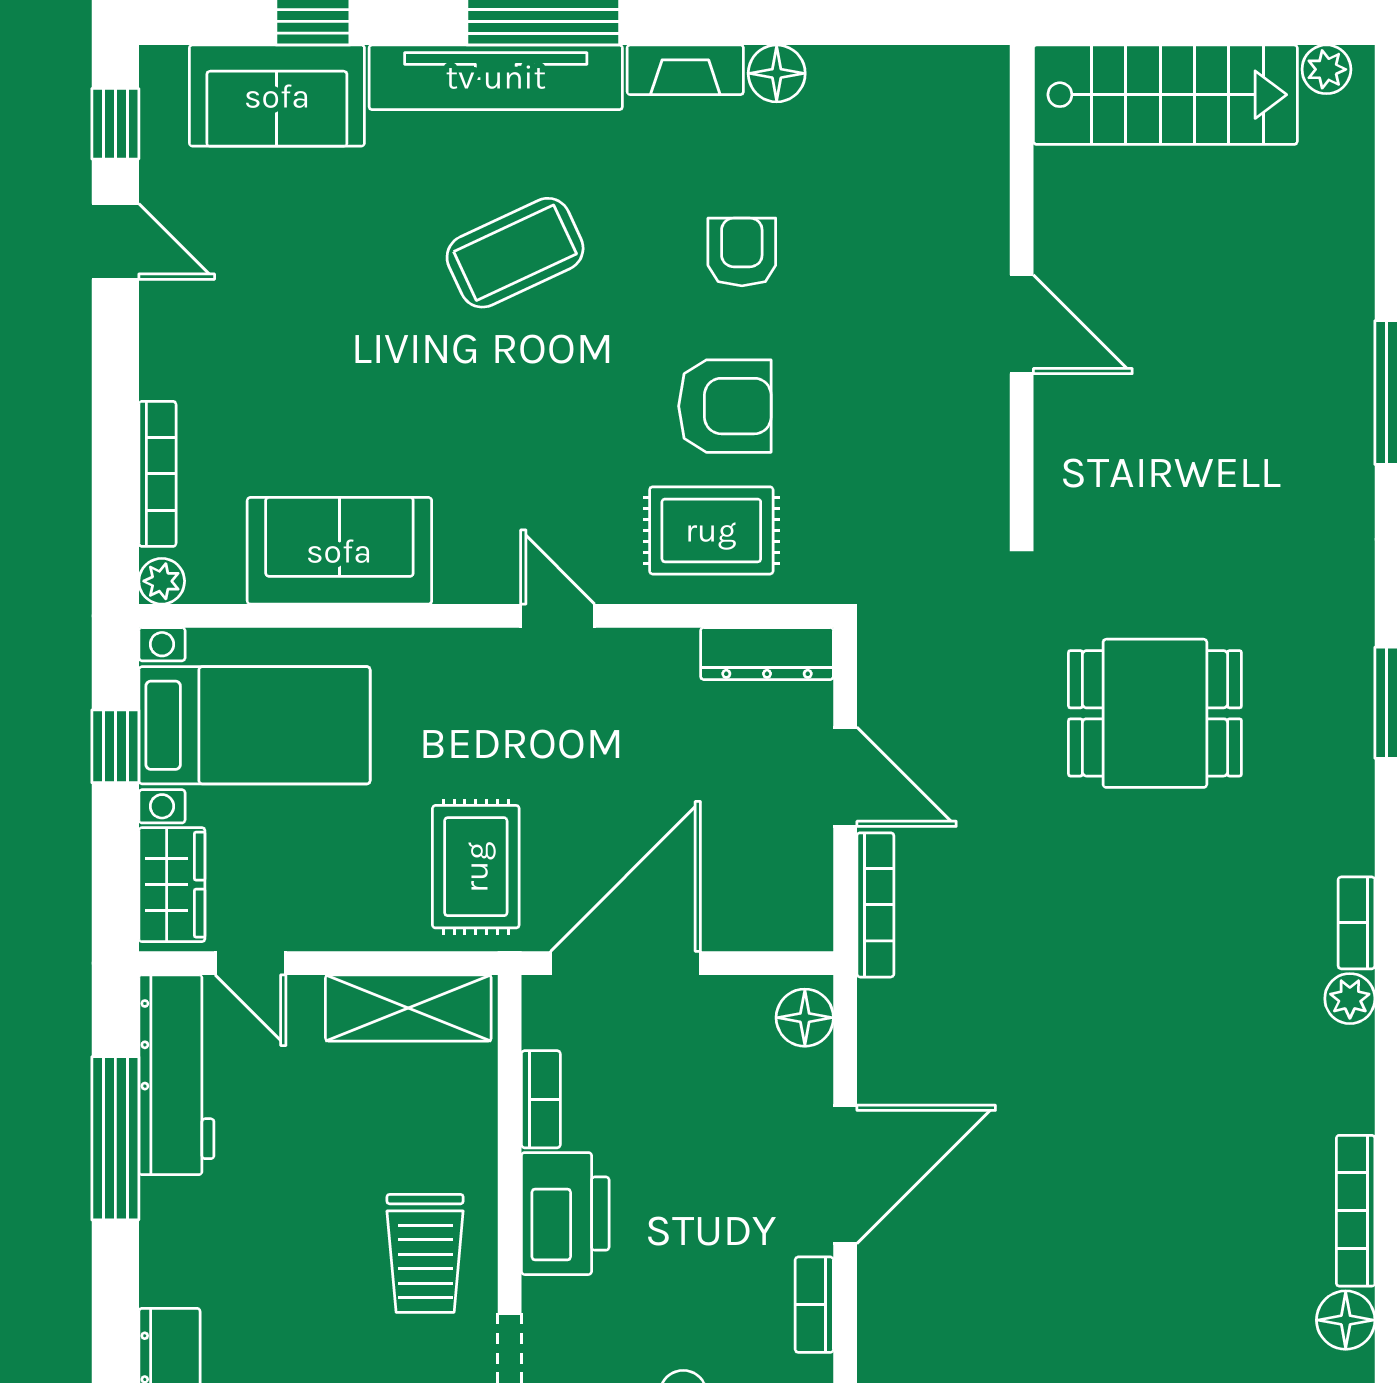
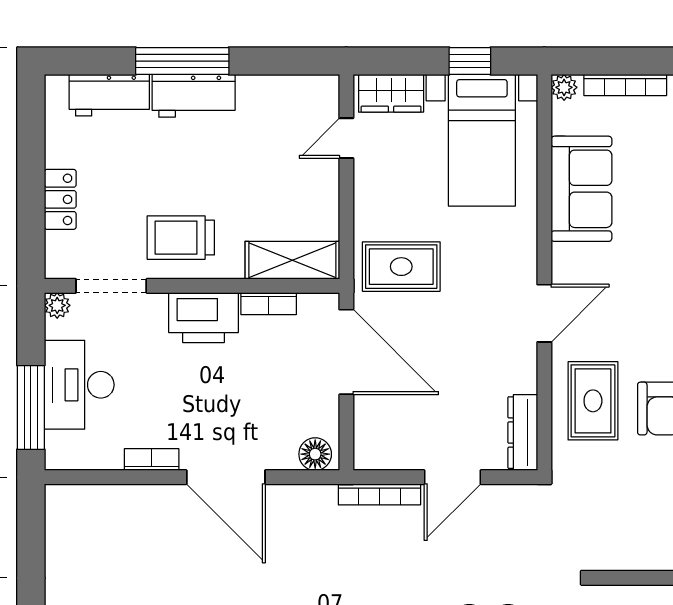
door: (558, 616) -> (544, 313), width x1.38
shelving: (408, 1008) -> (292, 260), moved, turned 90
workbench: (176, 1075) -> (194, 96), moved, width x0.73
window: (115, 1138) -> (182, 61), moved

